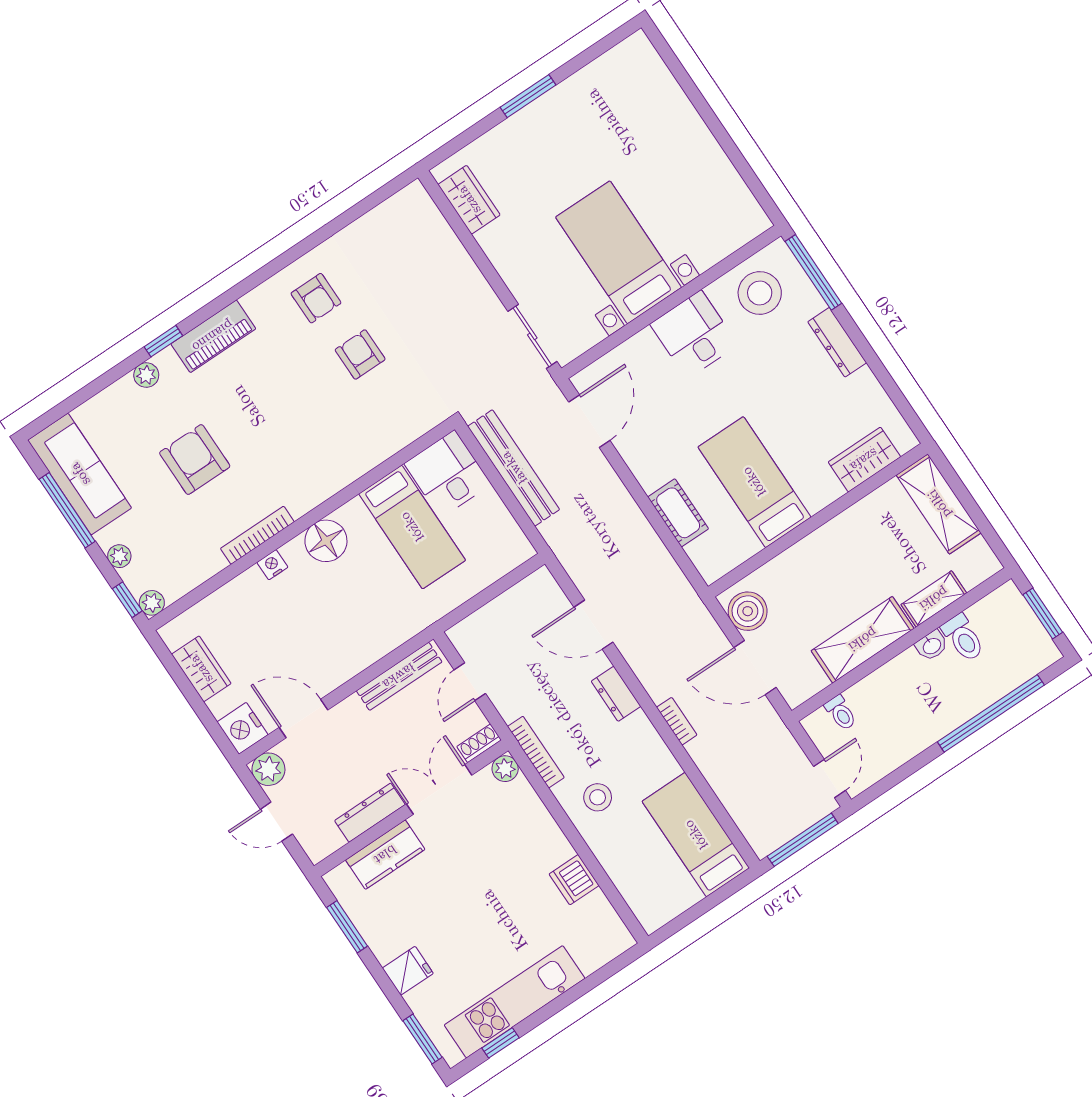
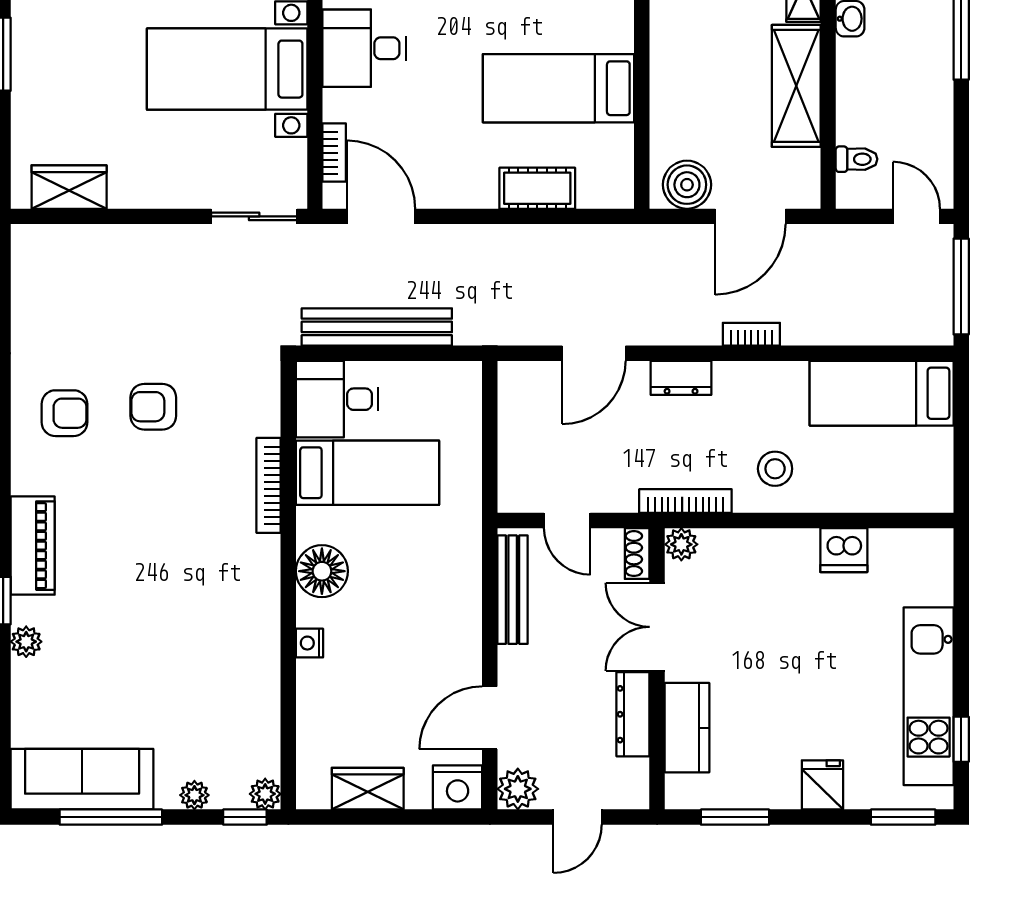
bookcase: (611, 361) -> (334, 153), added
armchair: (195, 460) -> (147, 650), removed
bookcase: (257, 535) -> (269, 485), moved

